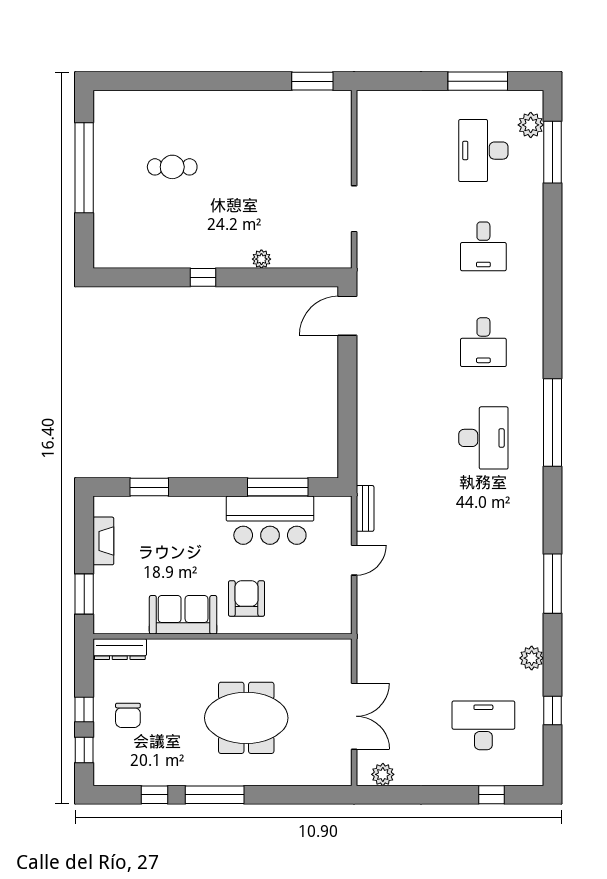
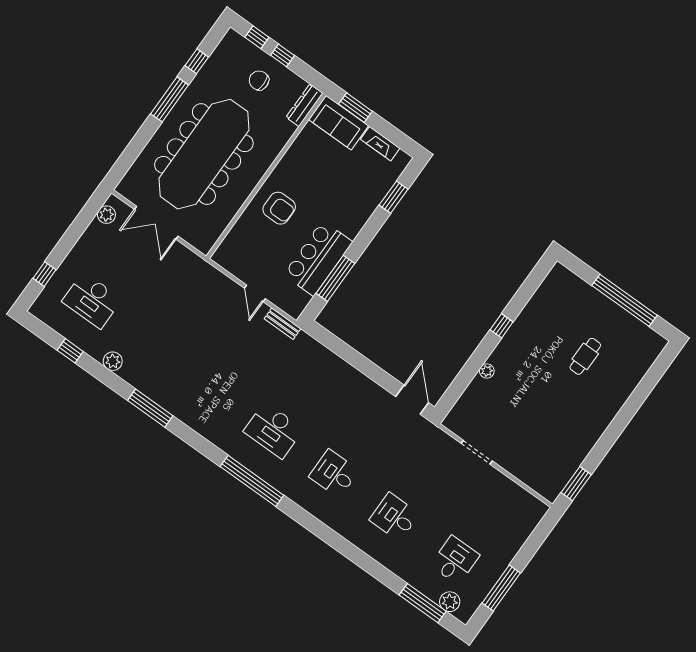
desk: (483, 151) -> (455, 560), width x0.73
sofa: (183, 615) -> (339, 123), moved, turned 90
meeting table: (246, 718) -> (204, 154), width x1.86, depth x1.27
desk: (483, 725) -> (92, 300), turned 90

